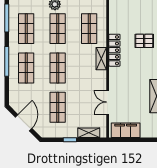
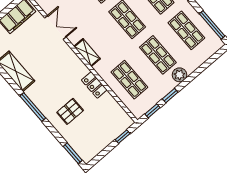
locker: (114, 50) -> (94, 85), width x0.66
shelving: (101, 59) -> (87, 53), moved

